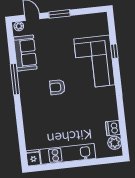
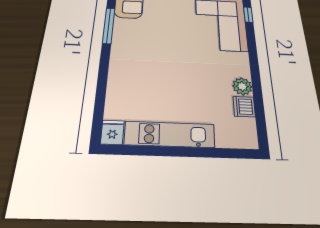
armchair: (57, 87) -> (167, 43), removed
plant: (115, 143) -> (242, 86), moved

